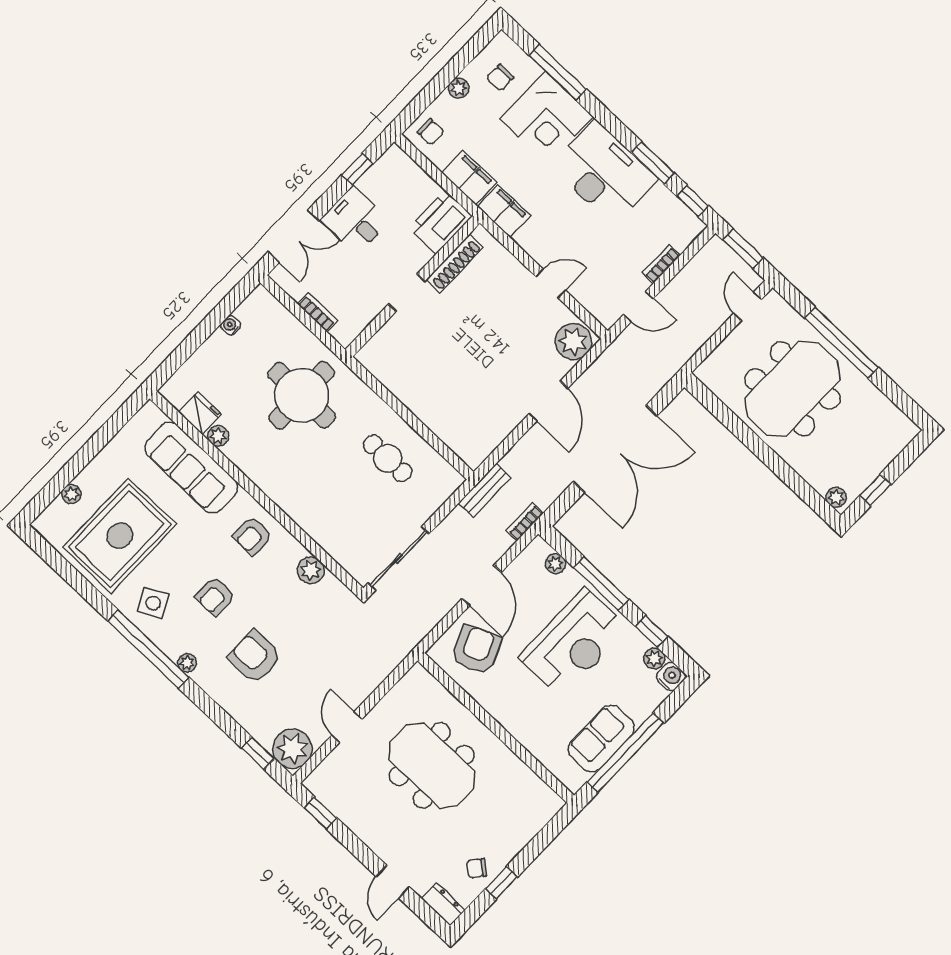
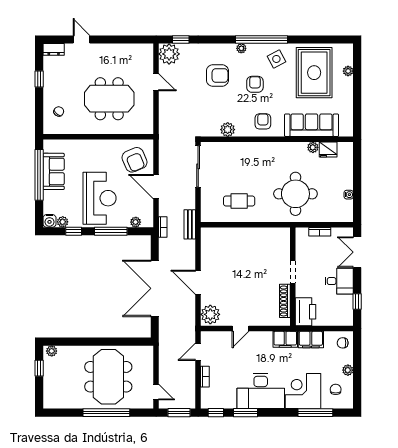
reception desk: (574, 643) -> (99, 198), turned 180
window: (320, 813) -> (135, 39), removed
chair: (477, 868) -> (59, 111), moved

